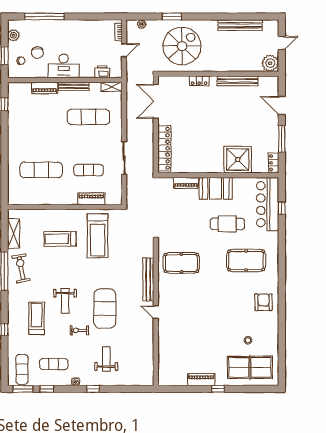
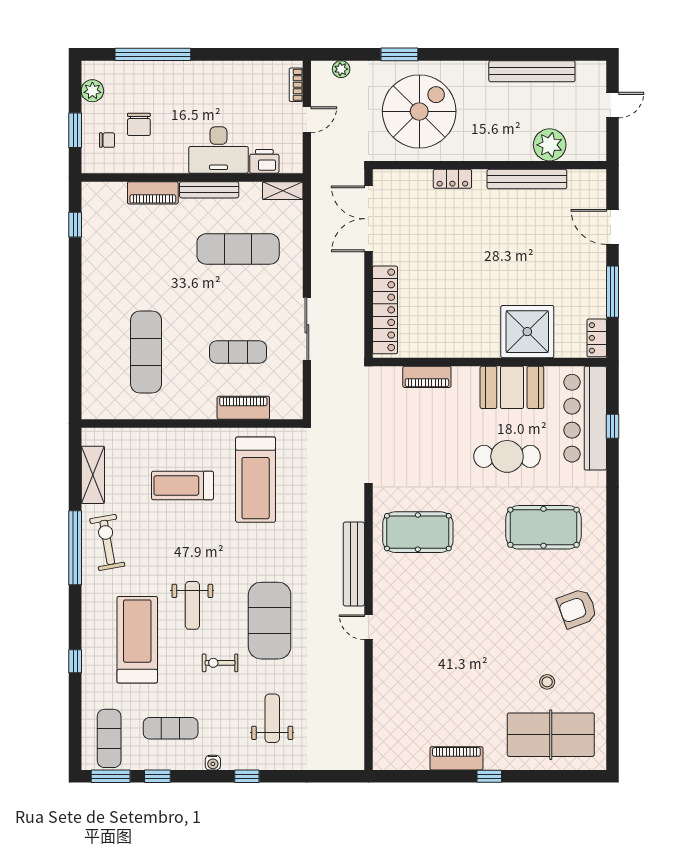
plant: (270, 63) -> (550, 145), moved
desk: (64, 66) -> (218, 150), moved
exercise mat: (41, 170) -> (146, 352), turned 90
booth: (216, 188) -> (512, 387), moved
armchair: (263, 302) -> (577, 608), turned -110
treadmill: (37, 318) -> (137, 640), width x1.37, depth x1.37

